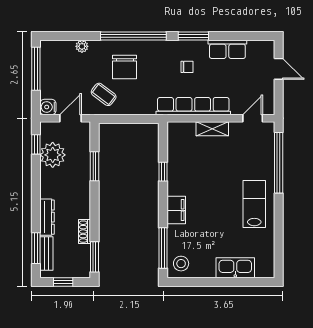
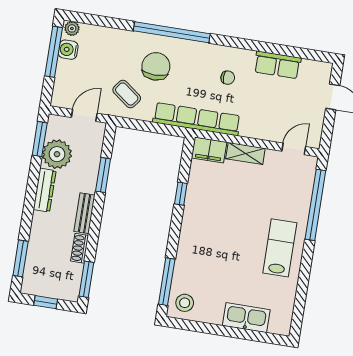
window: (193, 36) -> (241, 43), removed
plant: (82, 46) -> (72, 28), moved
chair: (125, 67) -> (156, 66), turned 180
row of seats: (193, 106) -> (197, 119), moved
water cooler: (48, 107) -> (68, 50), moved
window: (36, 144) -> (40, 139), width x1.50
filing cabinet: (176, 210) -> (209, 150), moved, turned 90
dresser: (47, 217) -> (45, 190), moved
bench: (46, 253) -> (85, 213), moved

